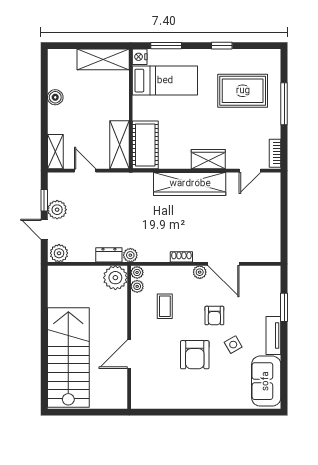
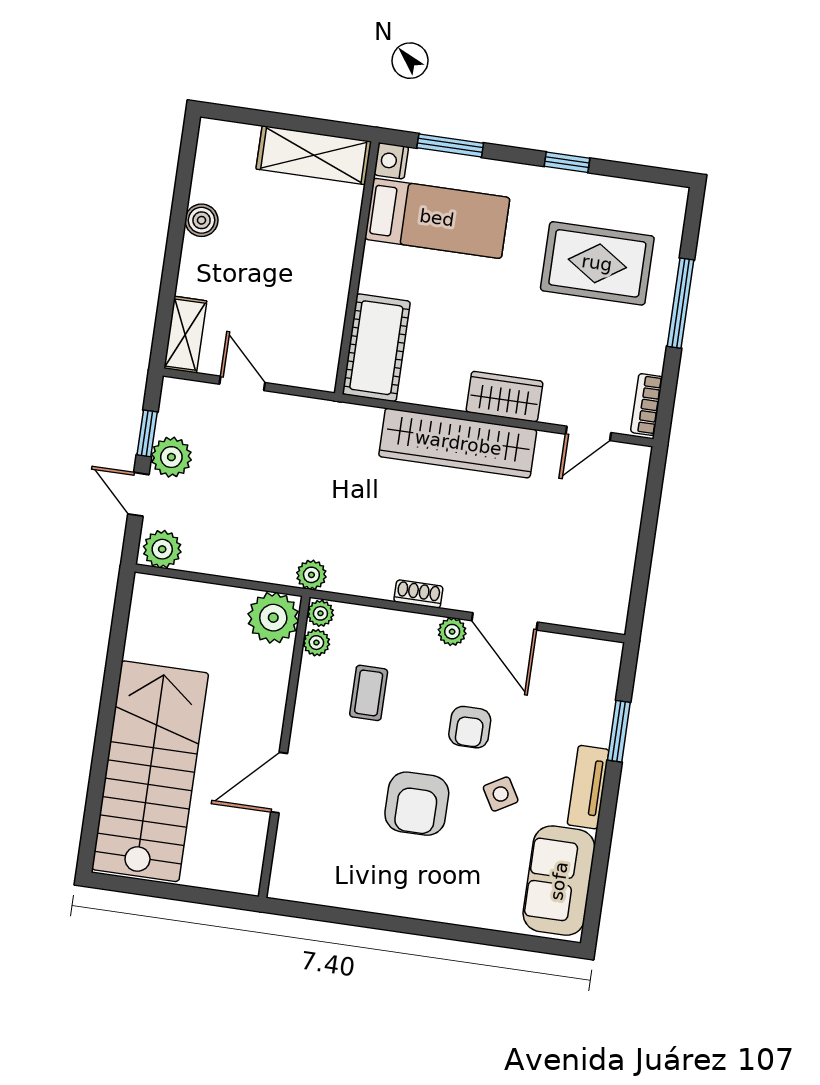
shelving: (120, 145) -> (322, 340), removed
dresser: (109, 255) -> (267, 568), removed

